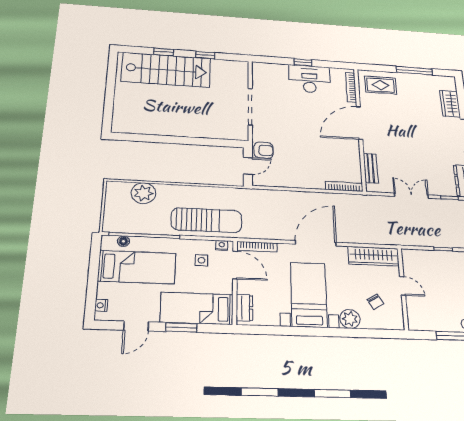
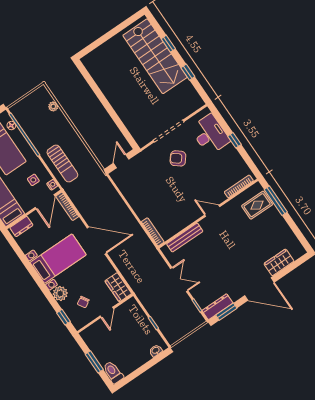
window: (414, 71) -> (276, 201), moved
desk: (309, 79) -> (210, 135), moved
rug: (381, 85) -> (257, 205), turned 90
door: (360, 123) -> (212, 211), width x0.53
armchair: (264, 150) -> (178, 158), moved, turned 129
door: (248, 166) -> (121, 161), swing flipped
bench: (371, 168) -> (185, 238), width x1.36
plant: (143, 193) -> (53, 106), width x0.53, depth x0.53
sun lounger: (207, 220) -> (62, 164), width x0.73, depth x0.75
wardrobe: (374, 256) -> (118, 287), width x0.67
window: (380, 334) -> (64, 317), added

